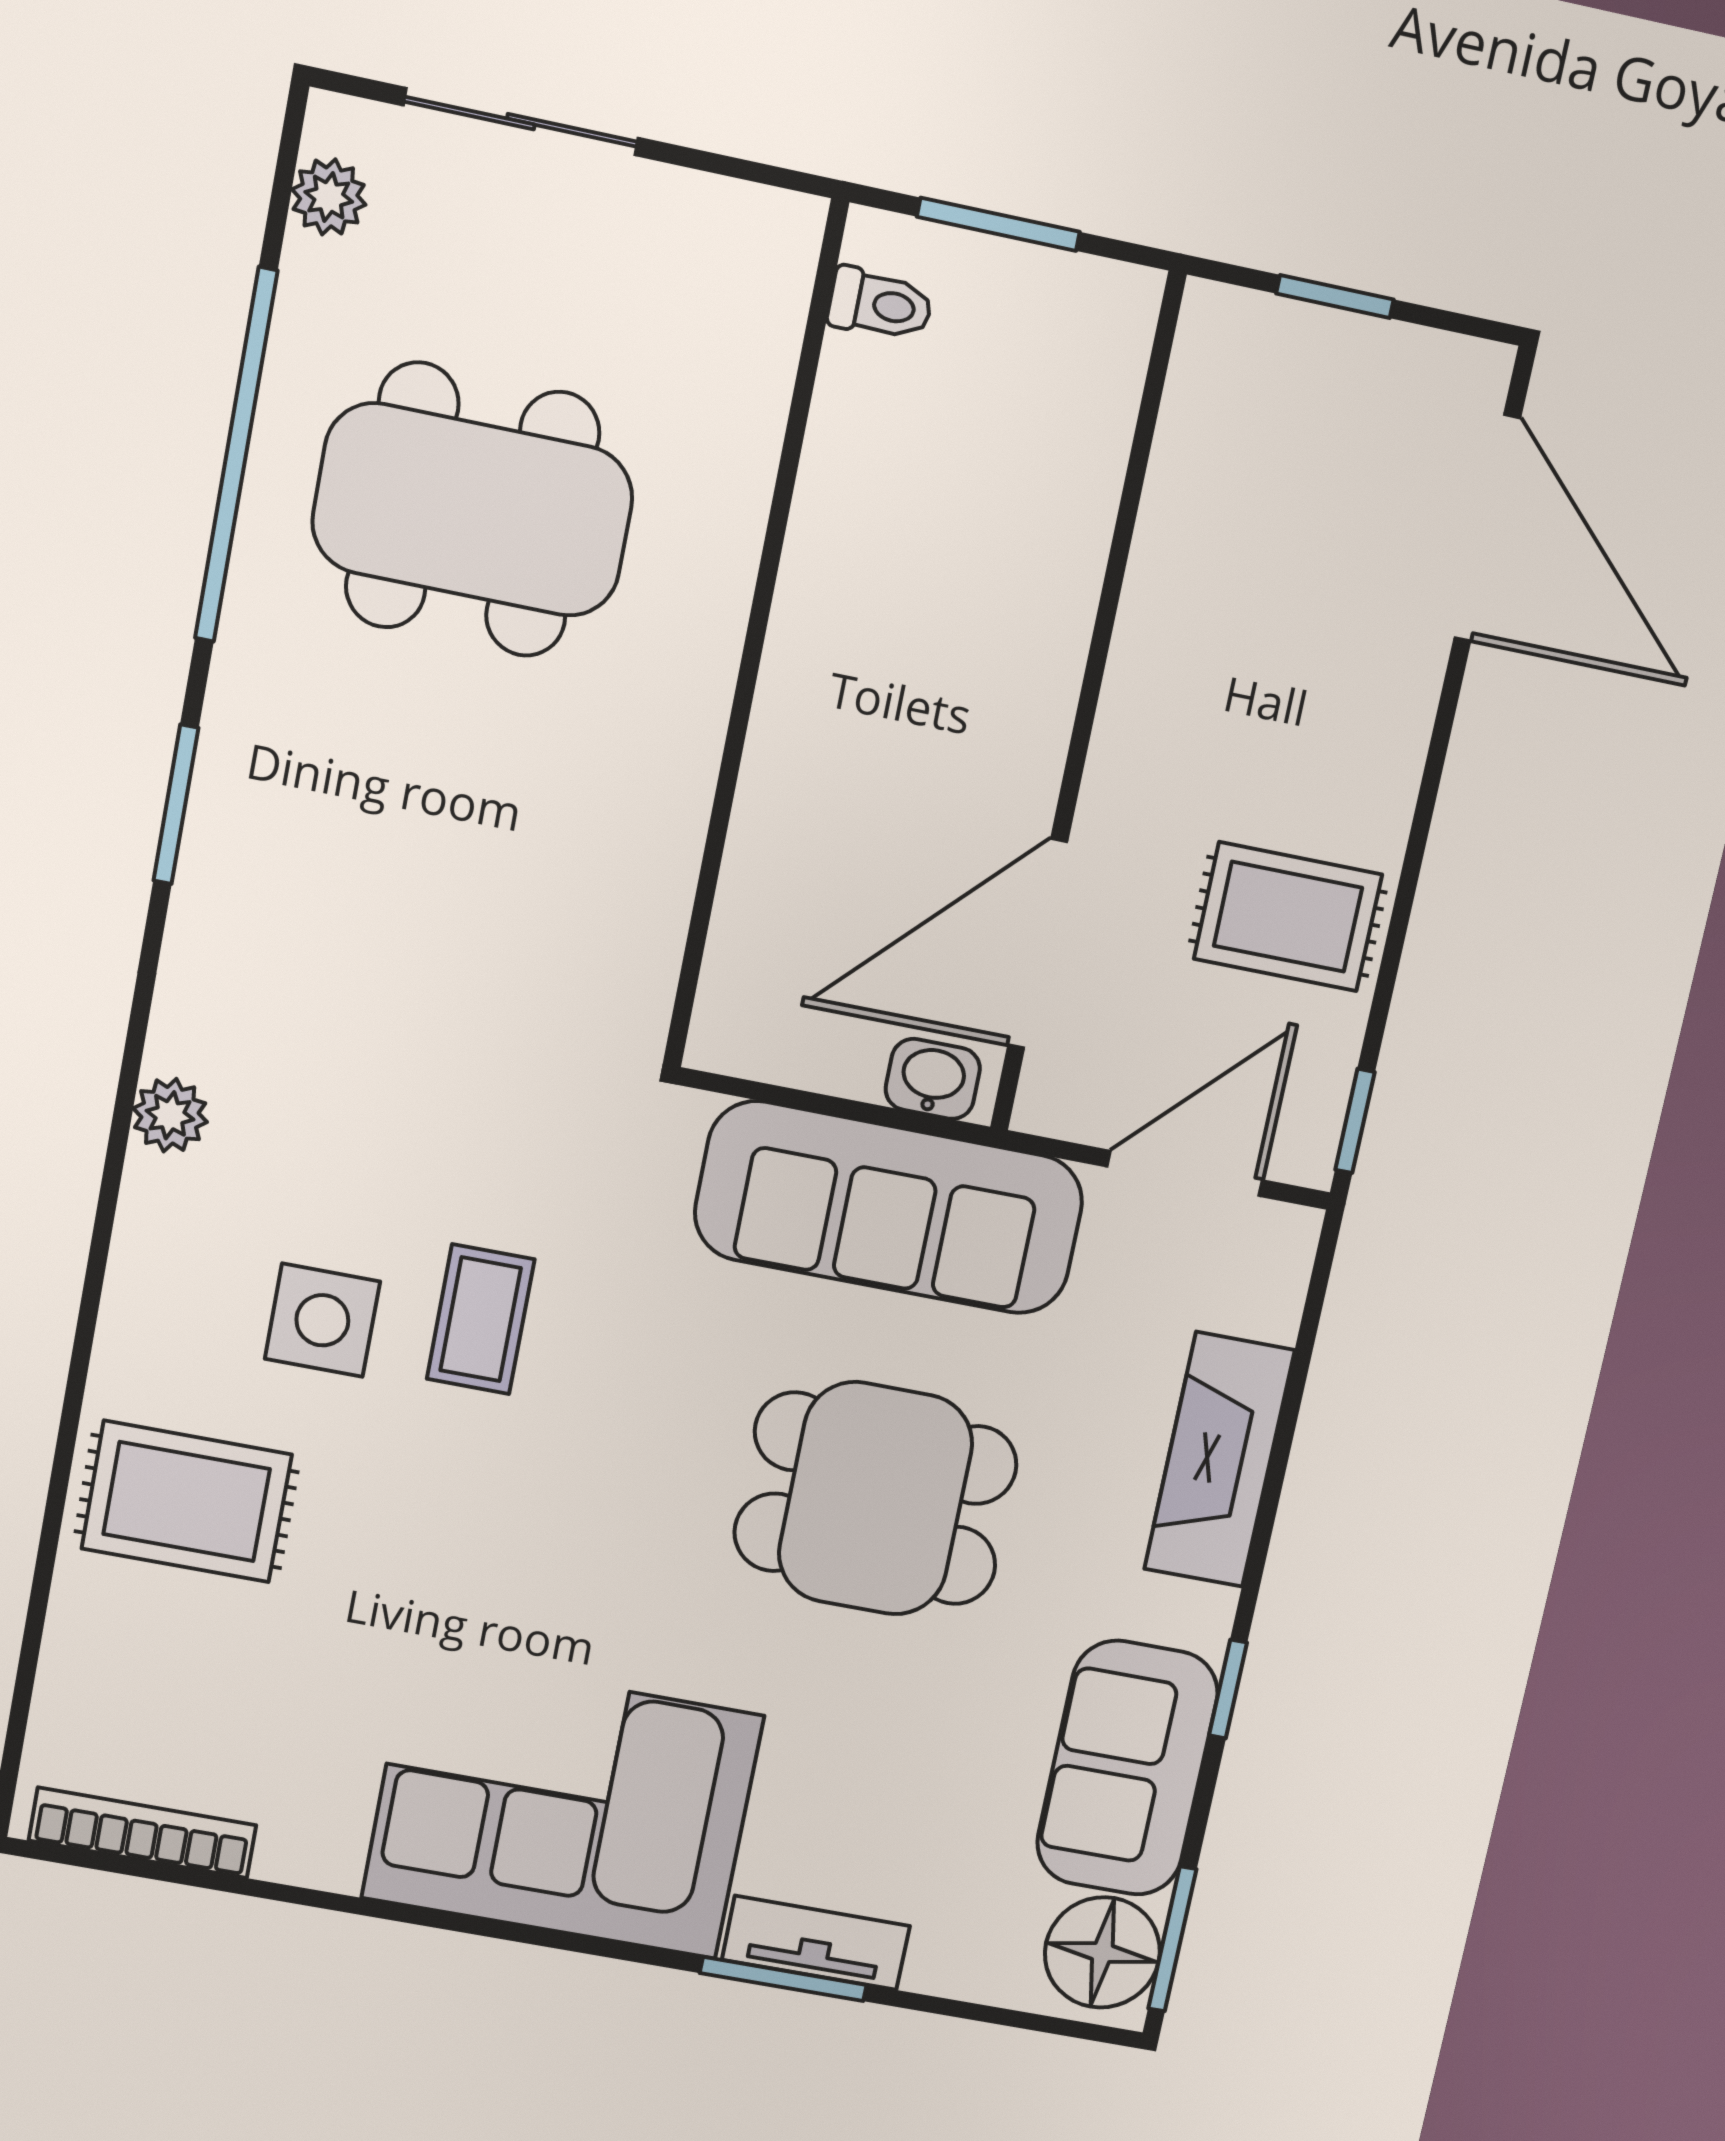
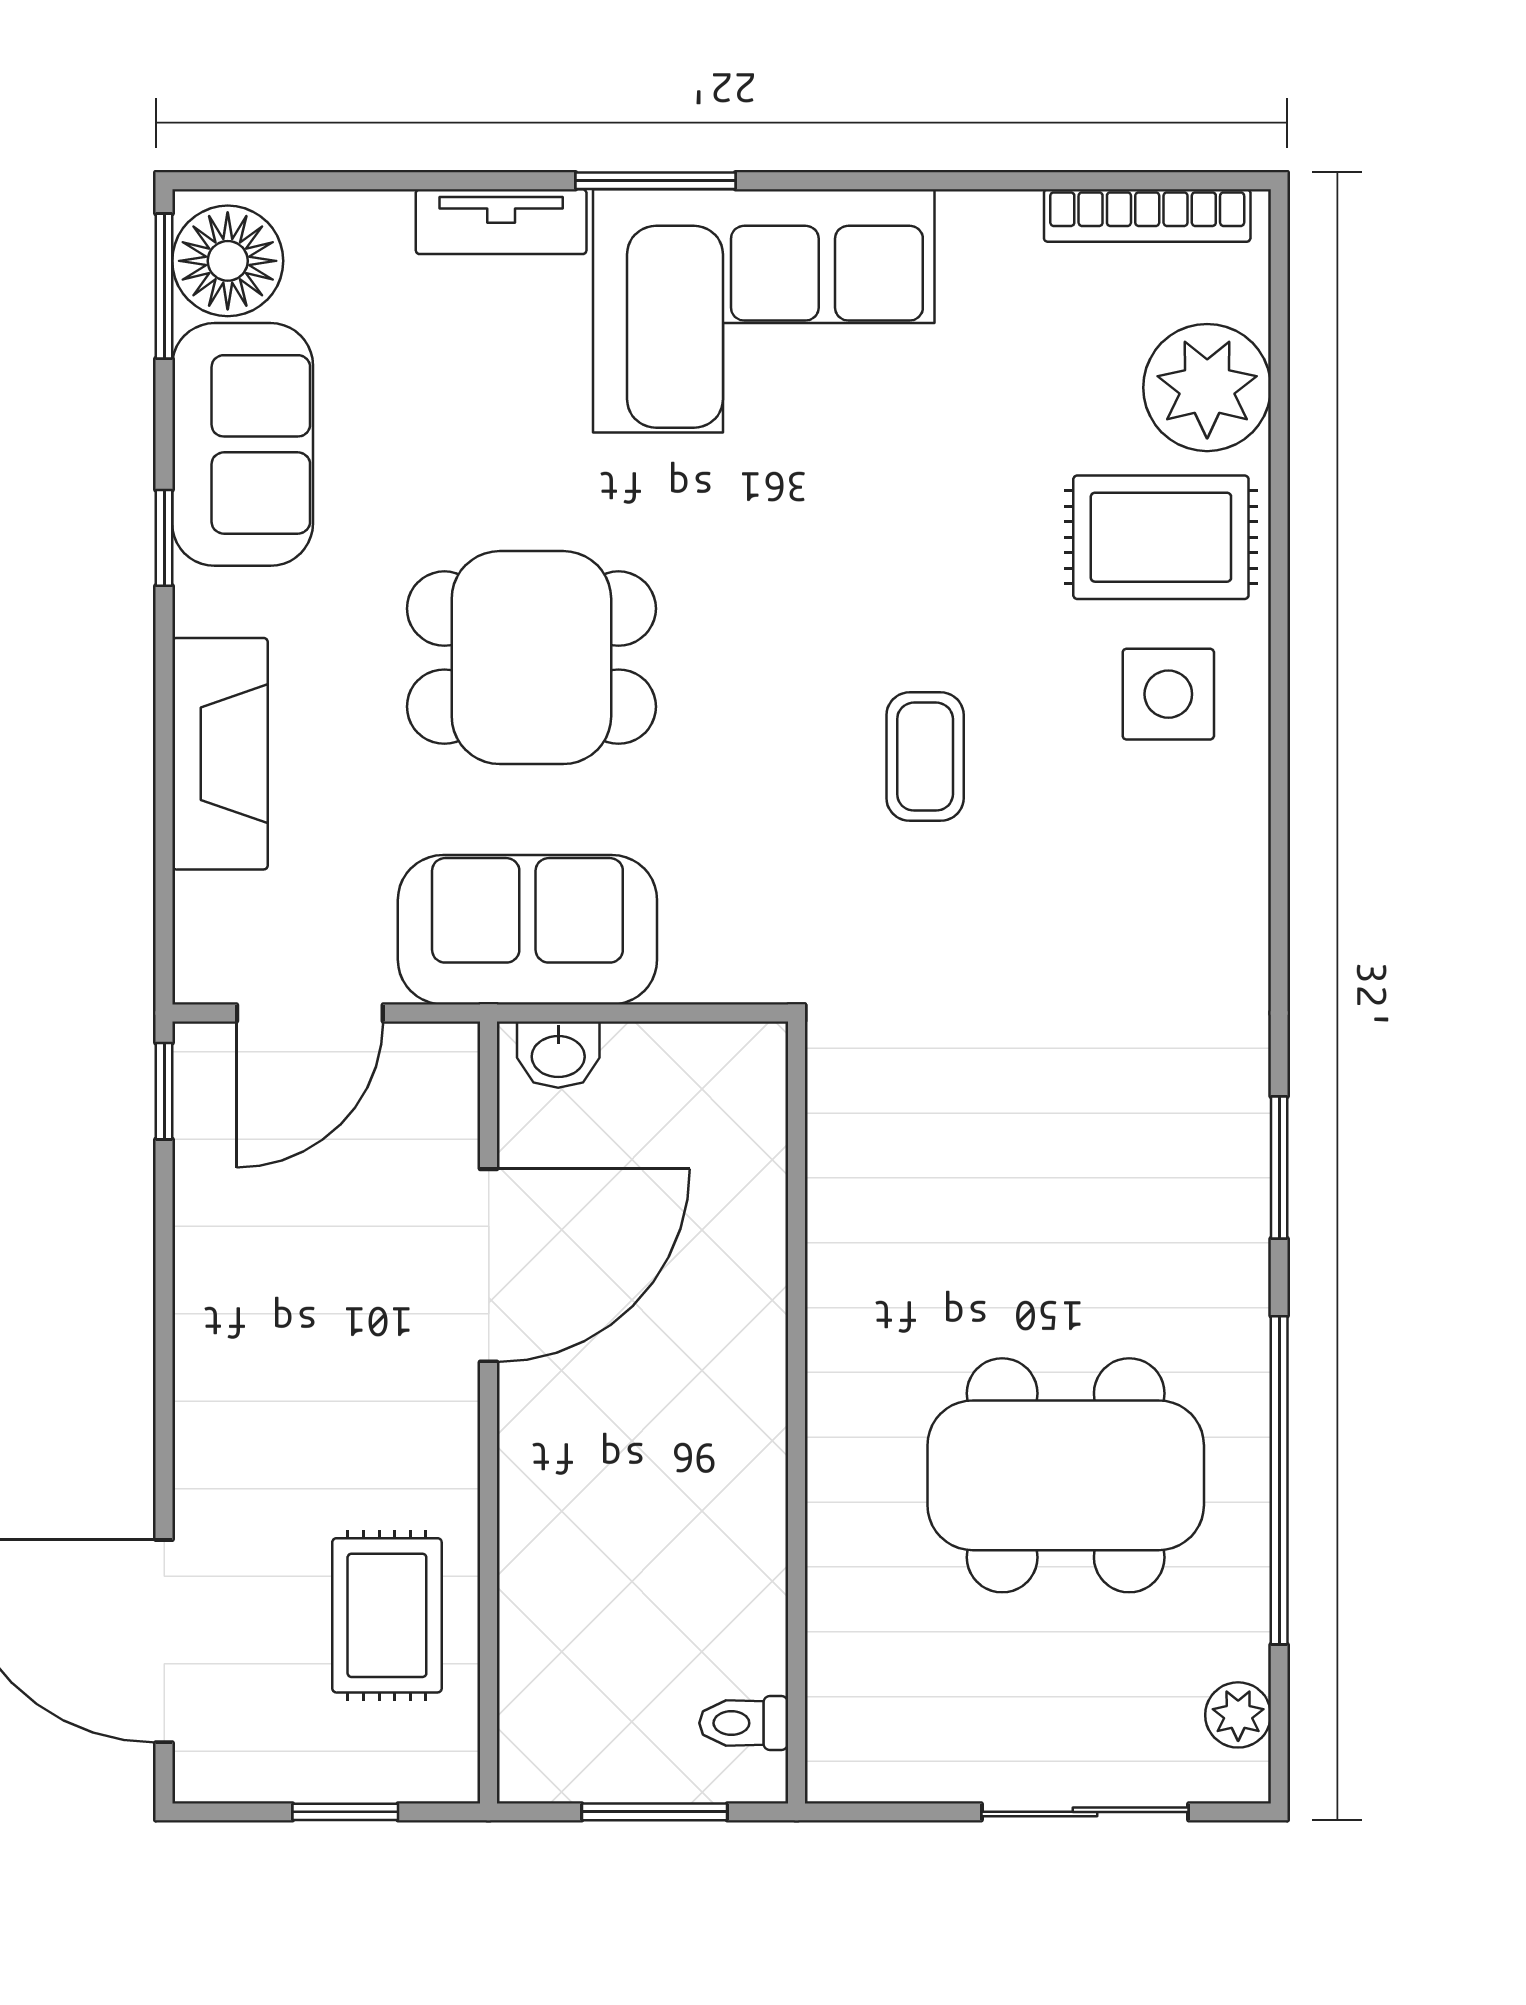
rug: (1288, 917) -> (387, 1615), moved, turned 90
door: (1038, 944) -> (489, 1265), moved
plant: (170, 1115) -> (1207, 388), moved, width x1.88, depth x1.88
sofa: (889, 1208) -> (527, 930), width x0.73
side table: (322, 1320) -> (1168, 694), moved
window: (783, 1979) -> (656, 181), moved

